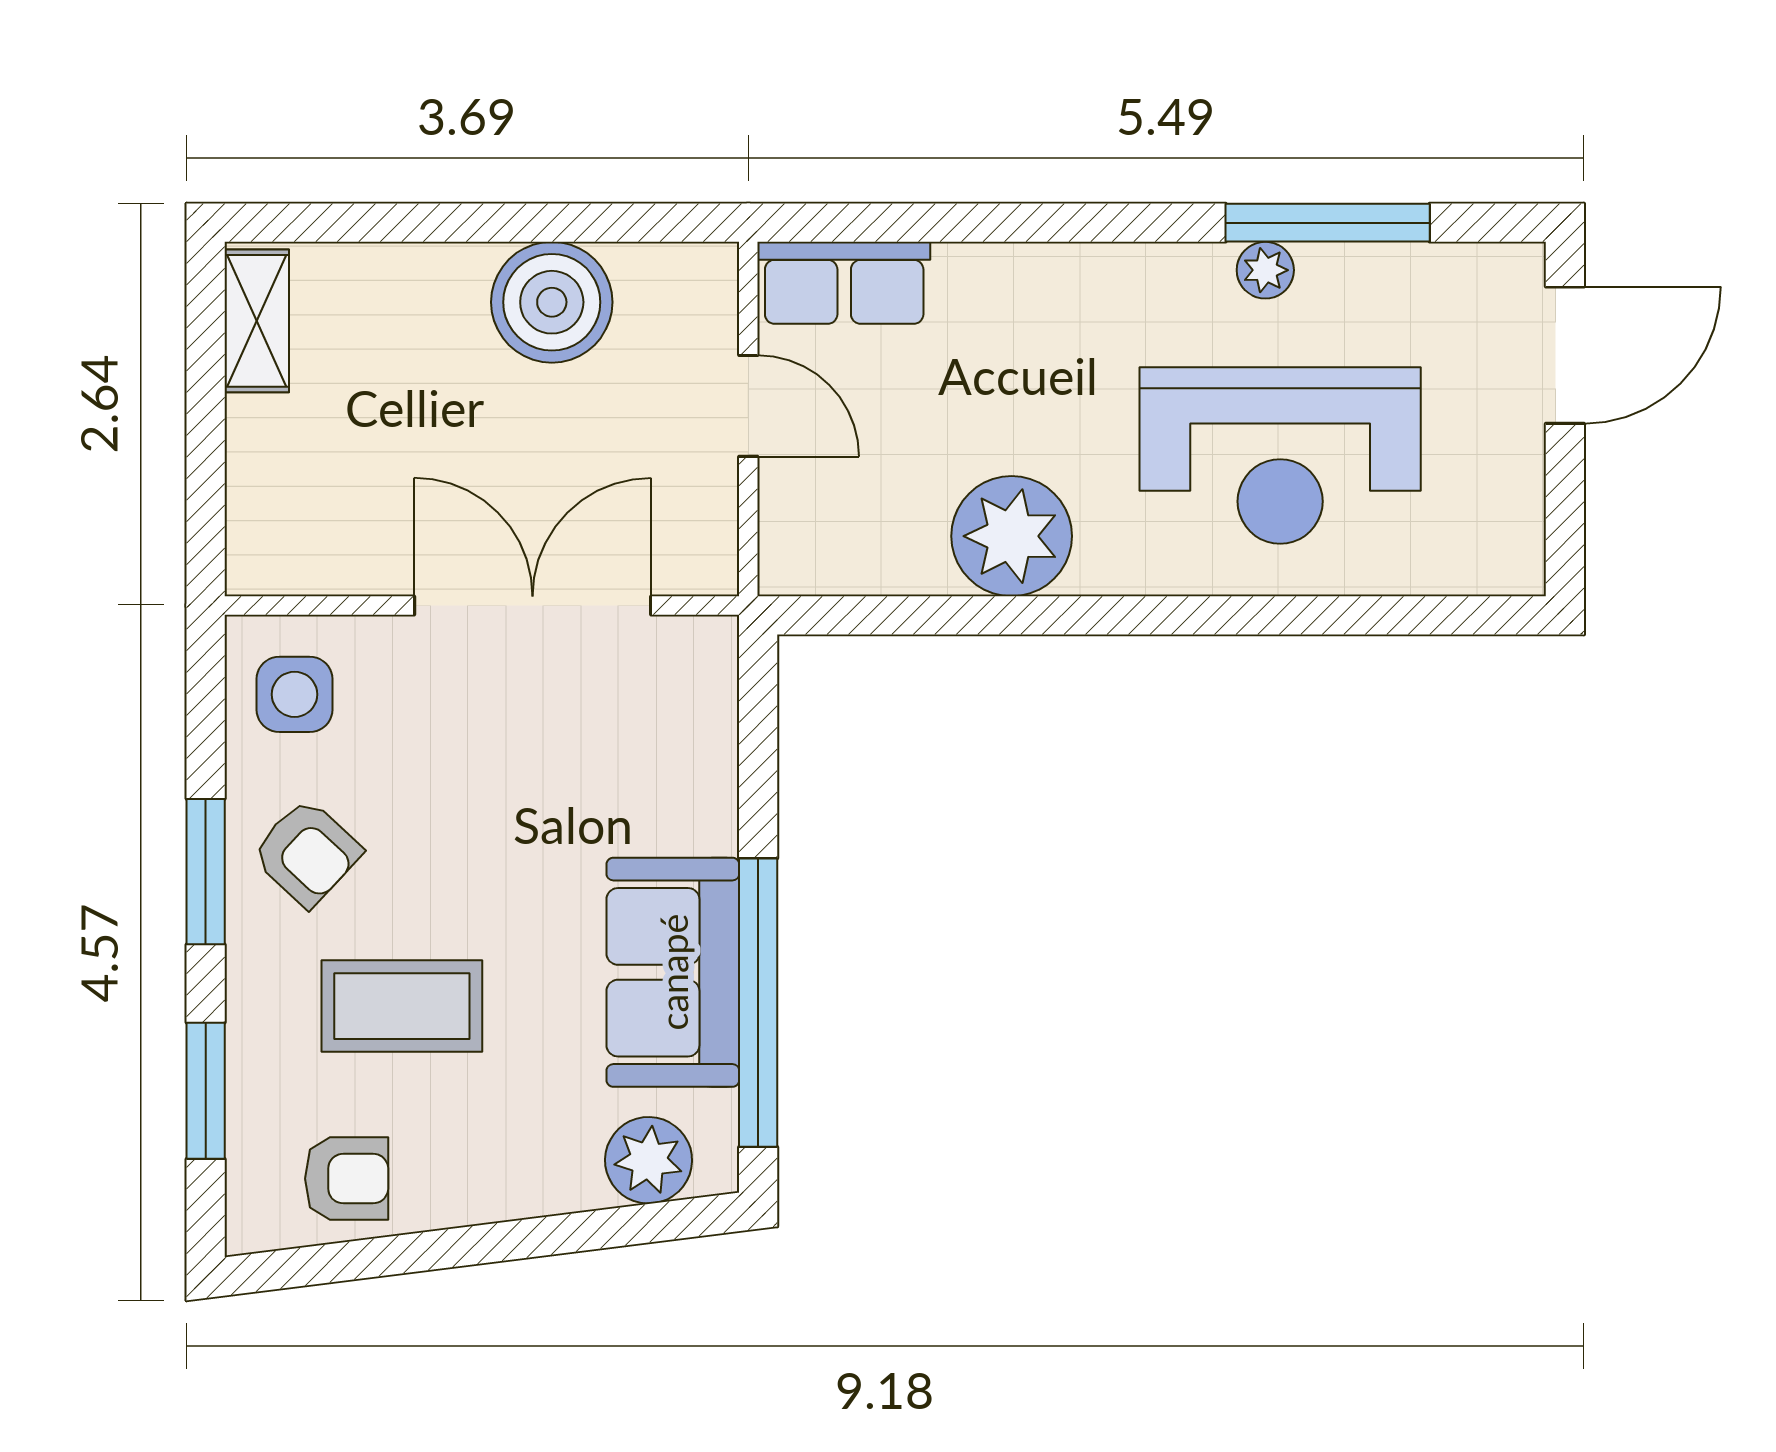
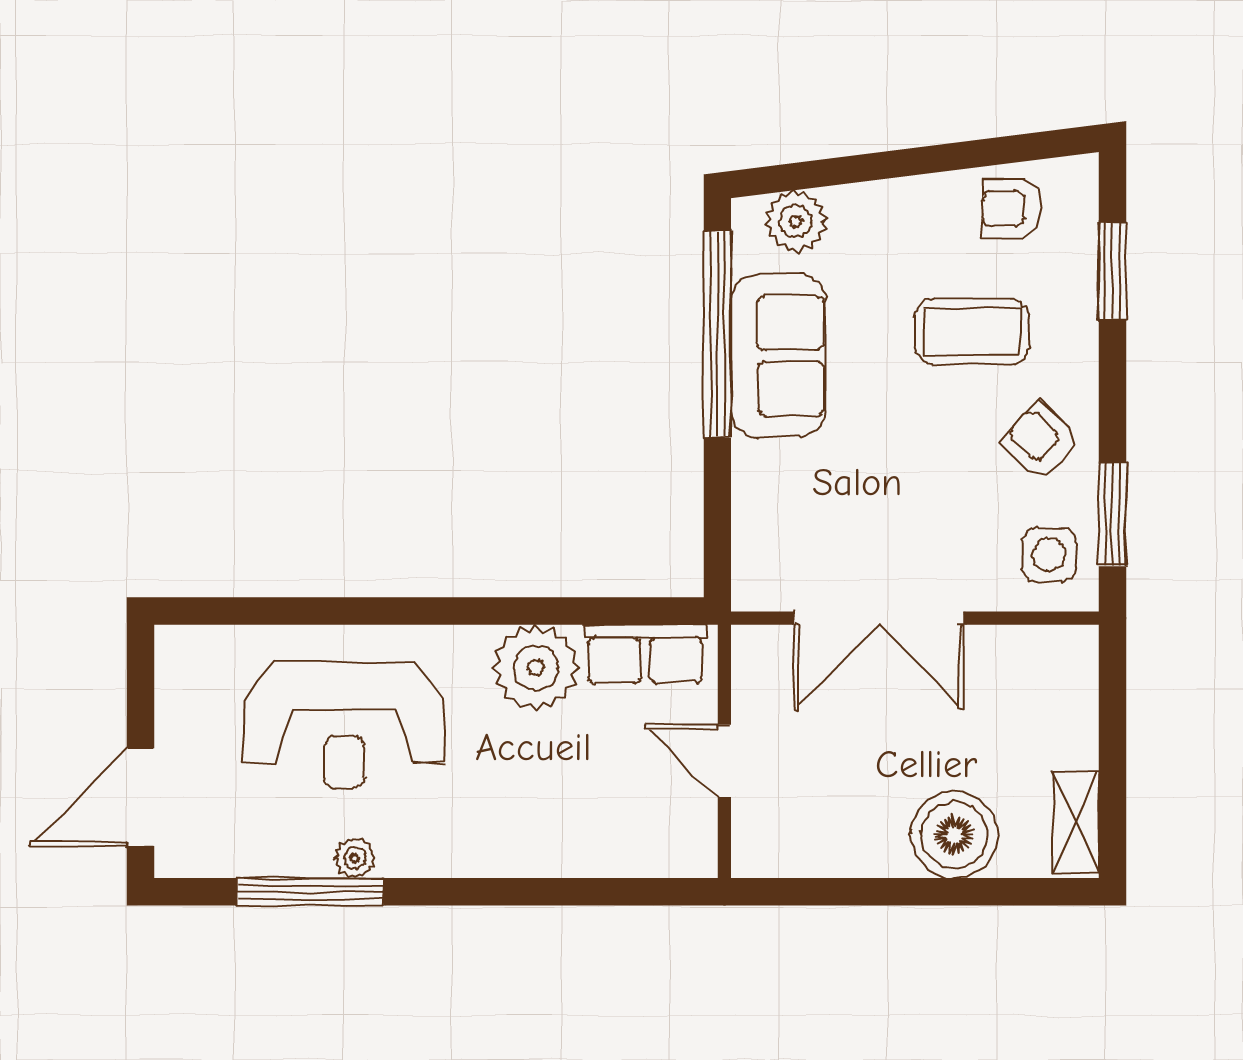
row of seats: (844, 283) -> (645, 654), moved, turned 180
boiler: (552, 302) -> (954, 835), moved
reception desk: (1280, 456) -> (344, 725), turned 180
window: (206, 872) -> (1112, 514), moved

